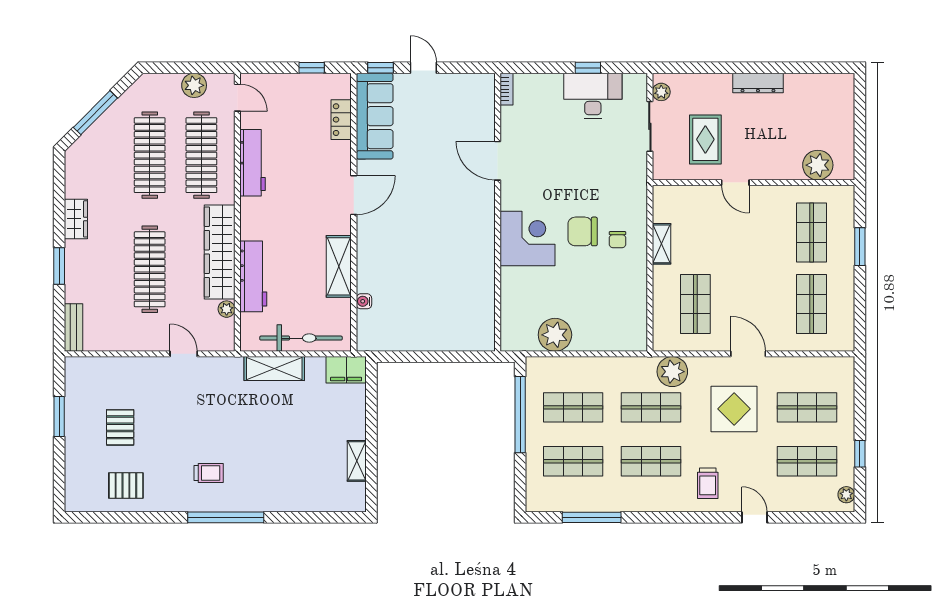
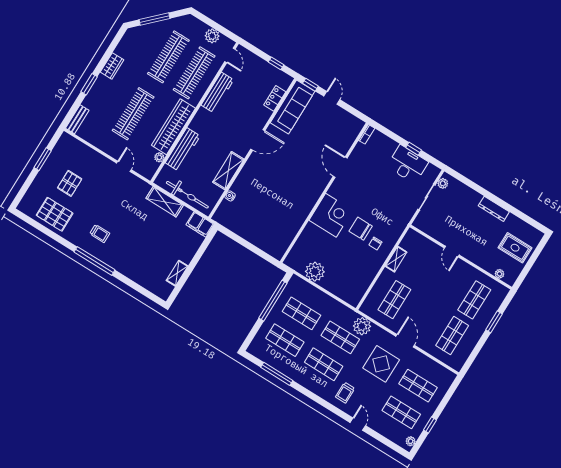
rug: (705, 139) -> (515, 248), moved, turned 90
plant: (818, 165) -> (500, 274), width x0.53, depth x0.53
pallet: (126, 486) -> (55, 214), width x1.50, depth x1.42

